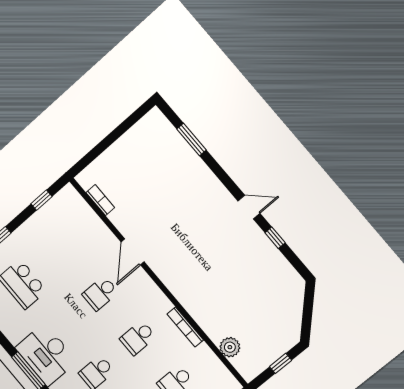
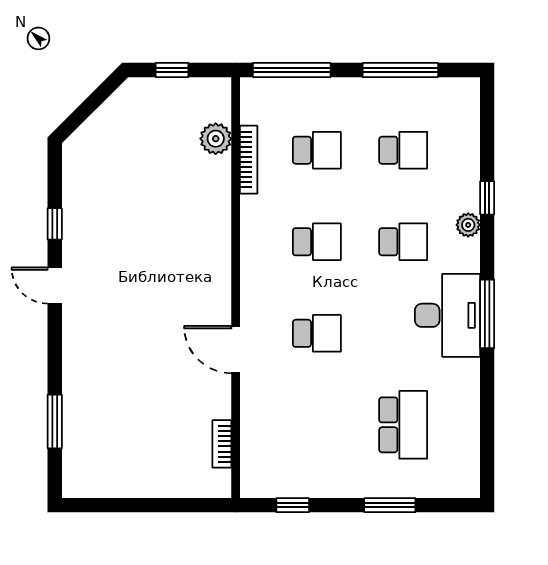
door: (133, 252) -> (236, 350), swing flipped
bookcase: (185, 327) -> (249, 160), moved

